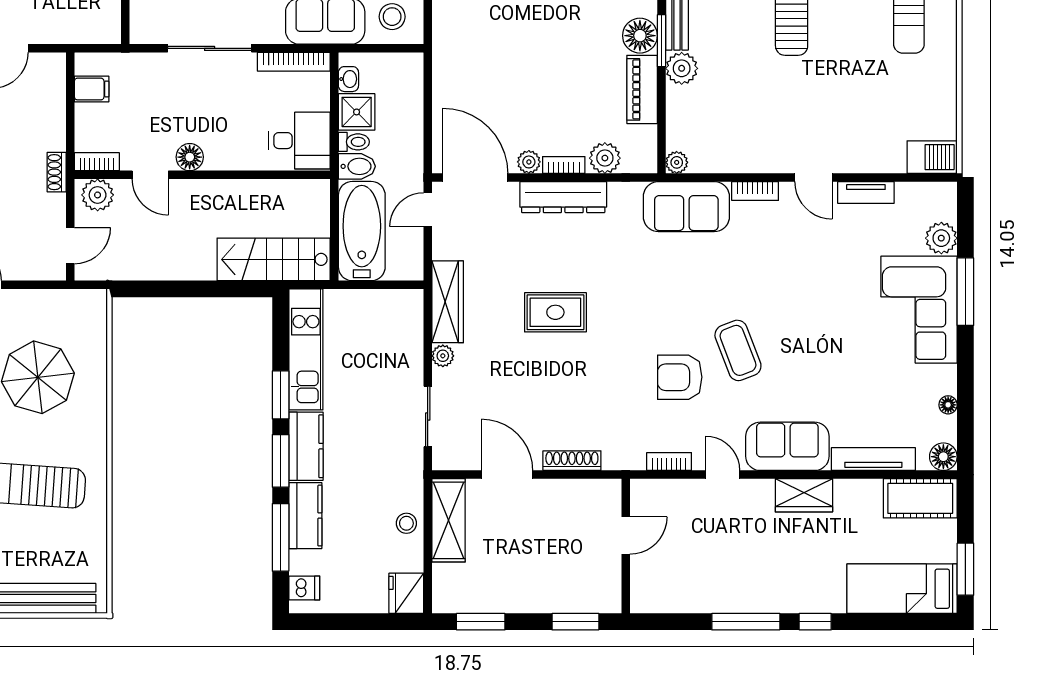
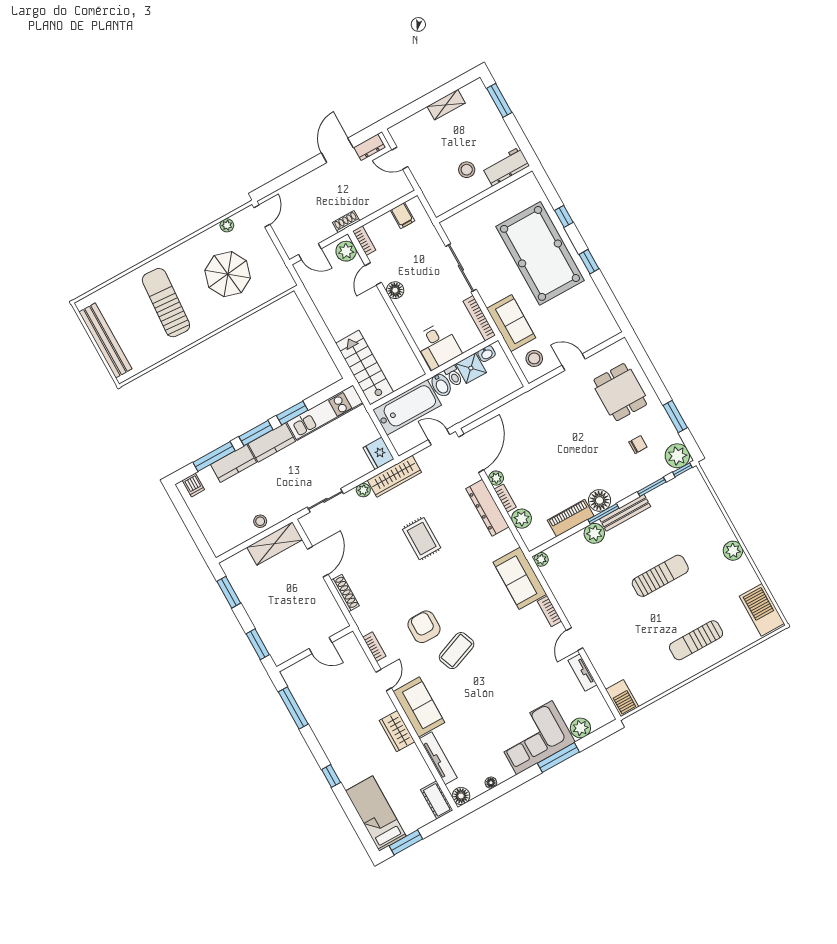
cot: (920, 498) -> (437, 800), width x0.73, depth x0.75
fridge: (406, 593) -> (378, 453), moved, turned -90
window: (746, 622) -> (293, 708), moved

